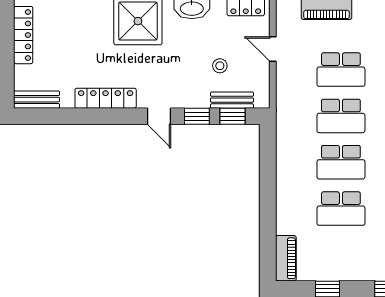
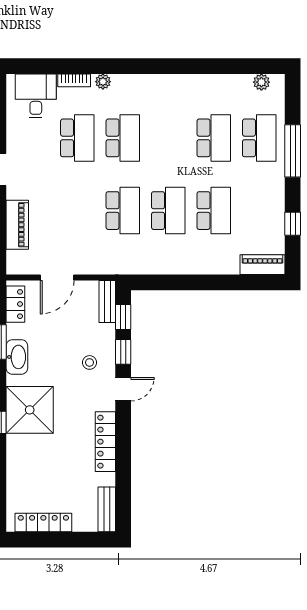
door: (273, 49) -> (57, 278), width x1.38
stool: (220, 66) -> (90, 362), moved
school desk: (341, 70) -> (77, 211), removed
bench: (232, 100) -> (107, 302), moved

